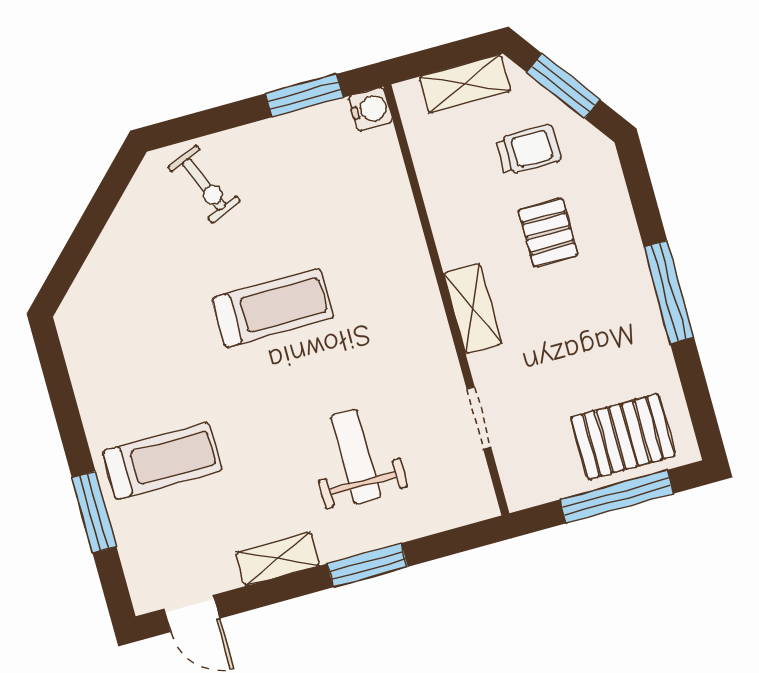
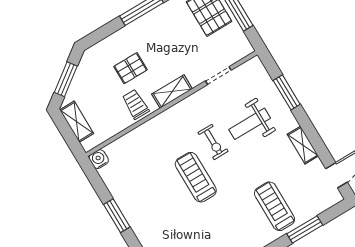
window: (304, 96) -> (117, 216), moved
trolley: (528, 150) -> (135, 104), moved
exercise bike: (204, 184) -> (213, 142), moved, turned 113
window: (367, 565) -> (287, 92), moved

